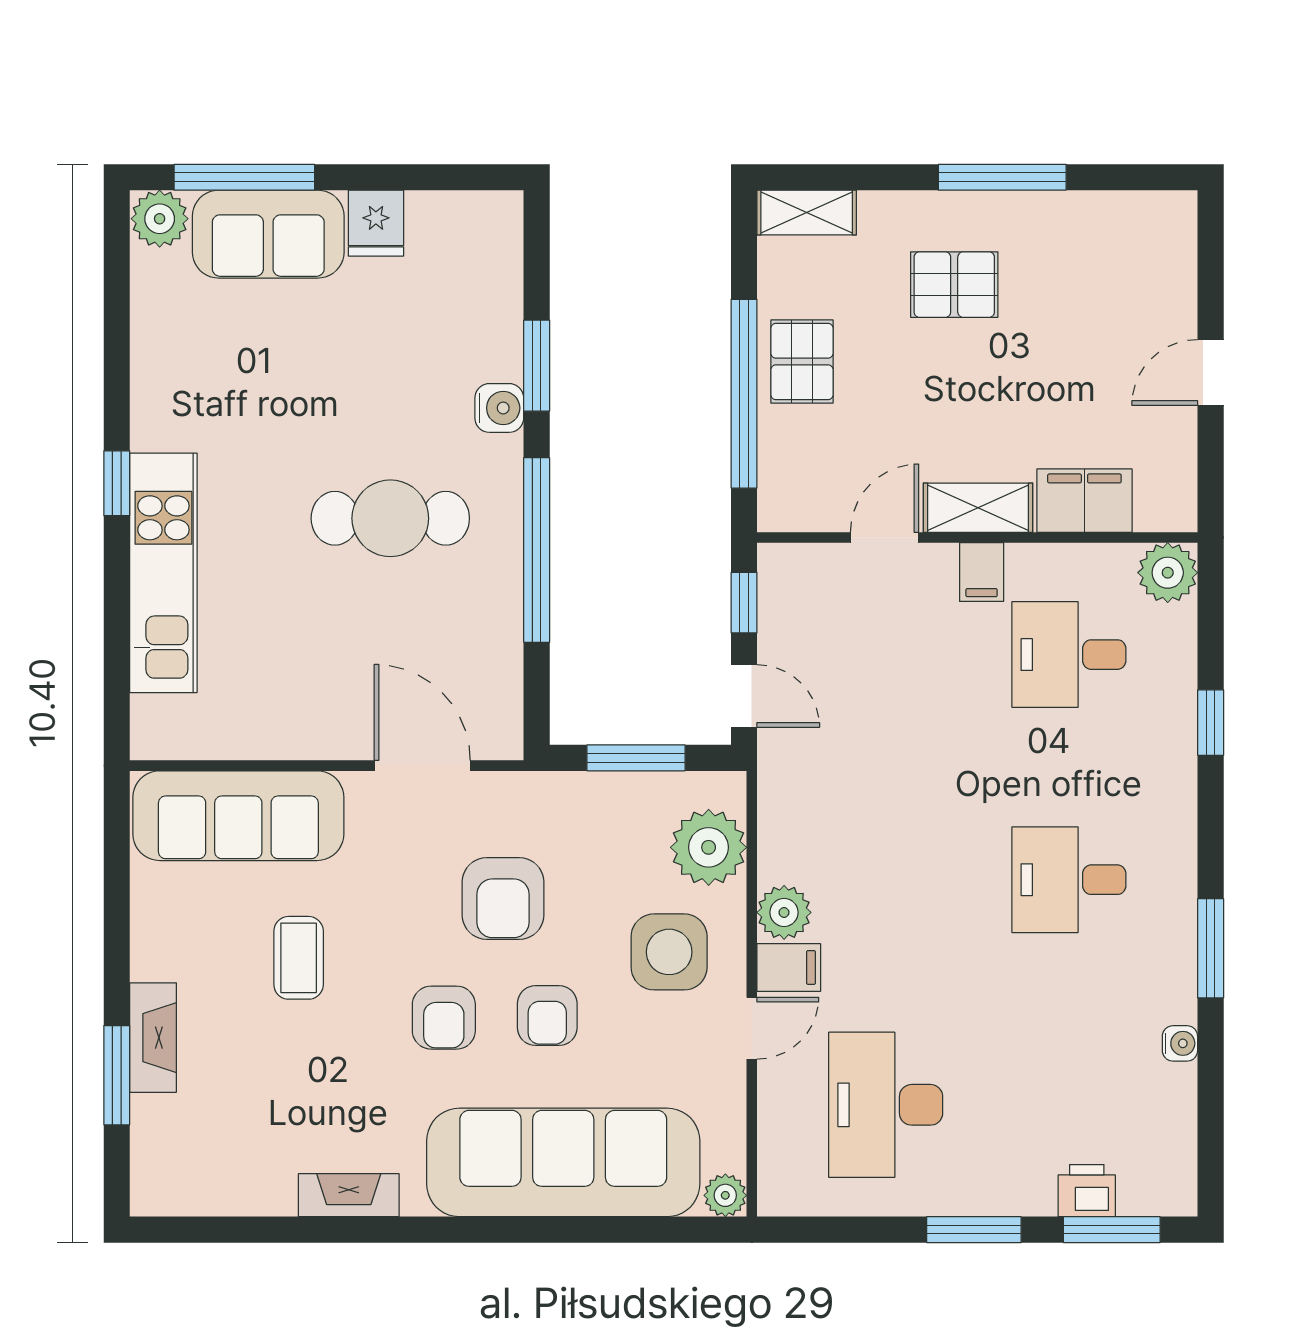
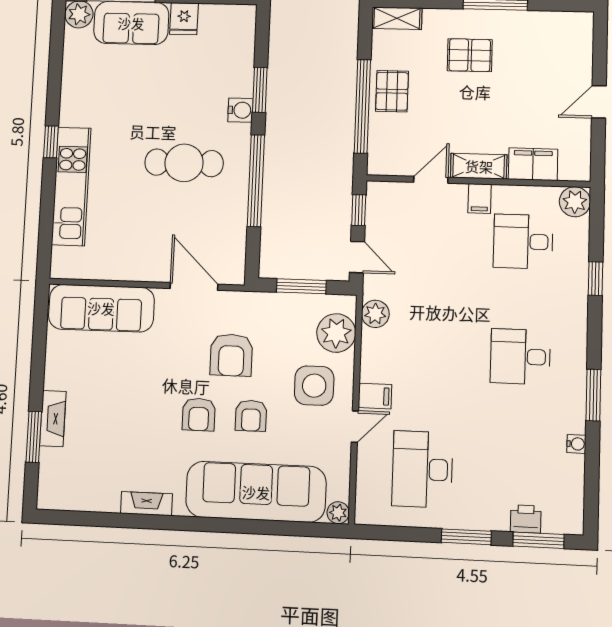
plant: (784, 912) -> (375, 314), moved
coffee table: (299, 958) -> (127, 381), removed

